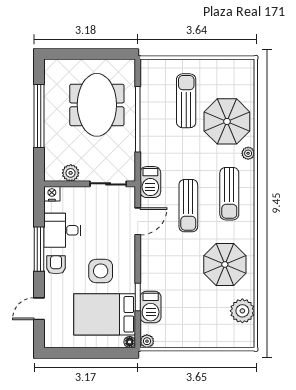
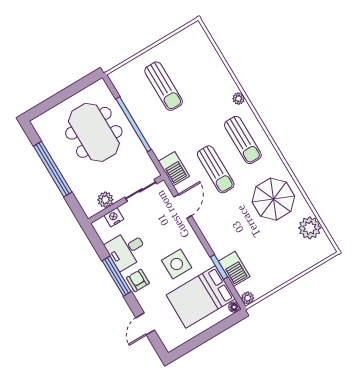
sun lounger: (186, 101) -> (164, 86), turned 180
parasol: (227, 121) -> (206, 83), removed
nightstand: (52, 194) -> (114, 217), moved

